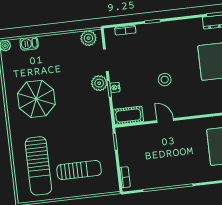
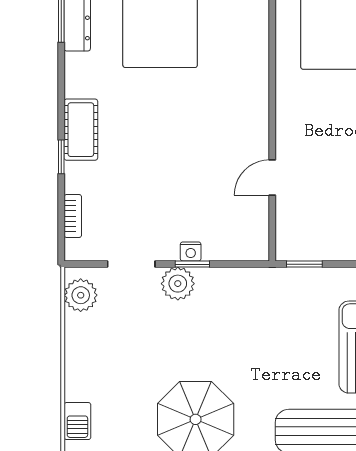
stool: (165, 80) -> (186, 145), removed
cot: (128, 116) -> (81, 130), moved
door: (165, 121) -> (272, 178), moved

